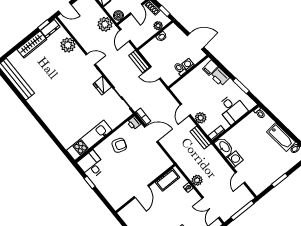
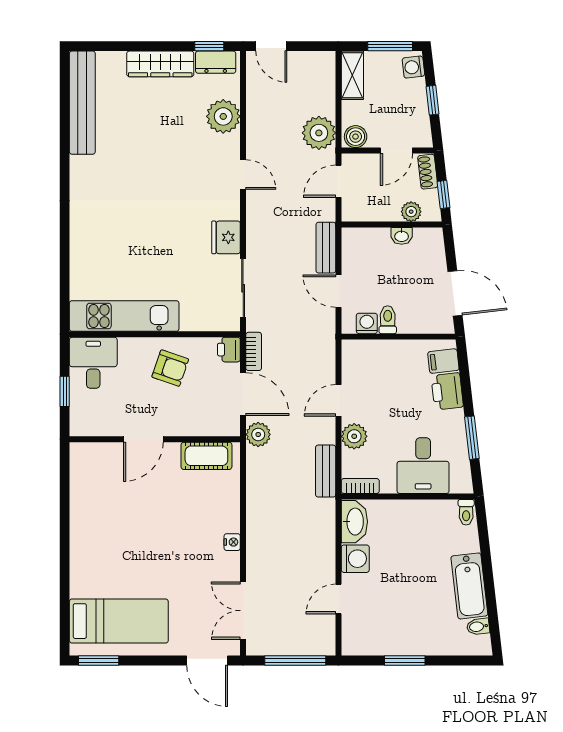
washing machine: (188, 64) -> (367, 323), moved
cot: (168, 180) -> (206, 456), moved
plant: (197, 180) -> (258, 434), moved
wall: (145, 188) -> (155, 439), moved
door: (141, 192) -> (143, 439), moved

